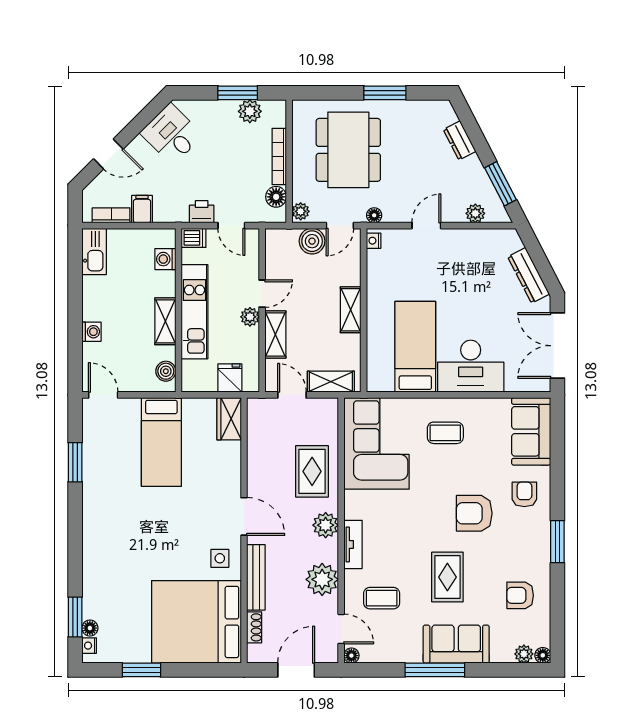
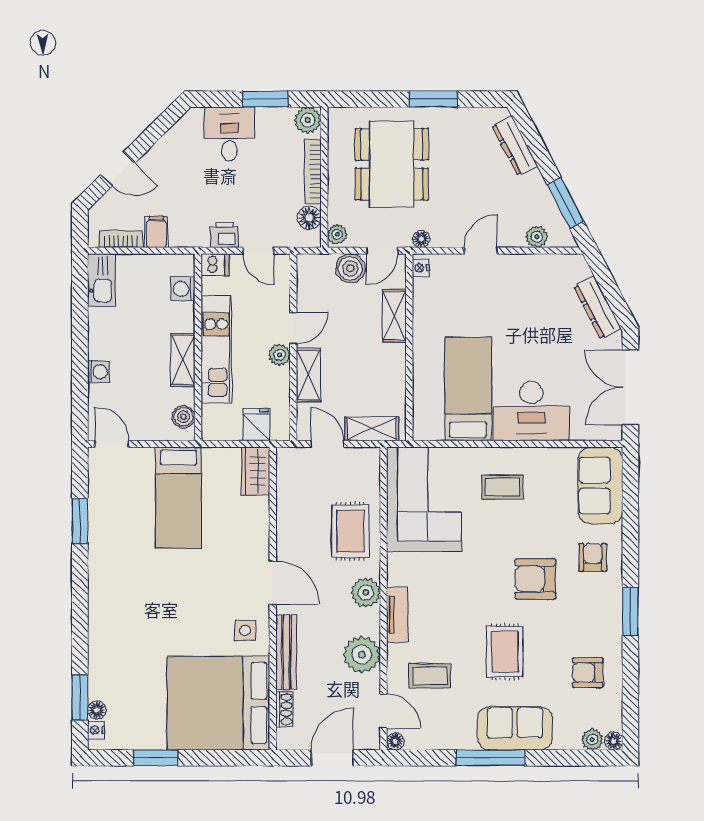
plant: (250, 111) -> (308, 120), moved
desk: (172, 134) -> (229, 134), moved, turned 45
dresser: (460, 140) -> (515, 146), width x1.44
shelving: (351, 310) -> (394, 316), moved

